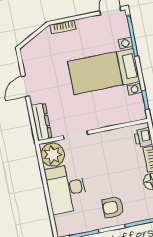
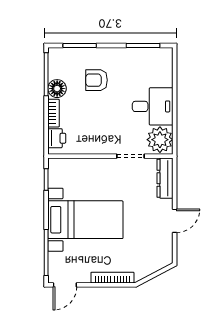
bookcase: (63, 27) -> (112, 278), width x1.56
desk: (66, 189) -> (153, 106), width x0.73
armchair: (113, 207) -> (96, 80), moved, turned 180

